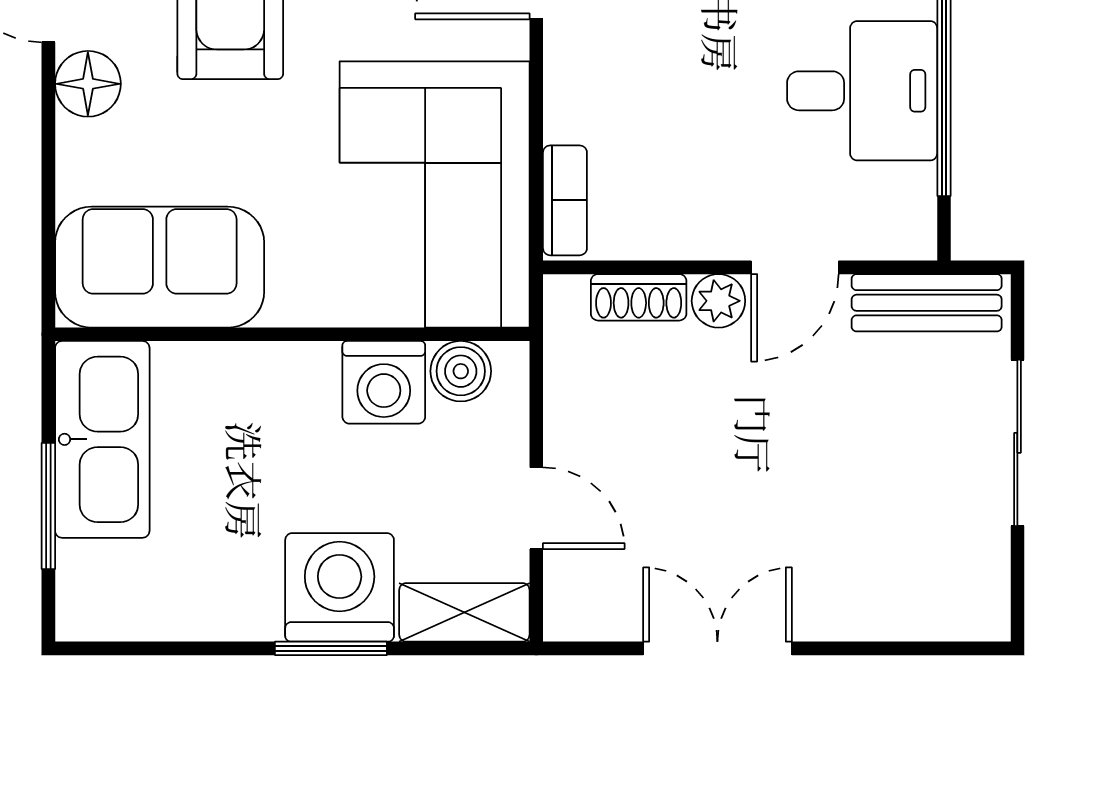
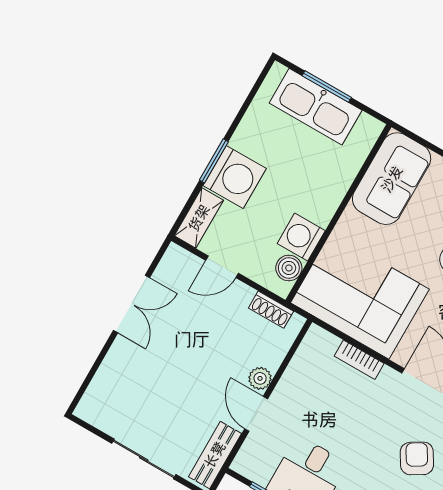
bookcase: (565, 200) -> (359, 360), moved
shoe rack: (639, 297) -> (271, 310), moved, turned -90
kitchen sink: (102, 439) -> (316, 107), moved

